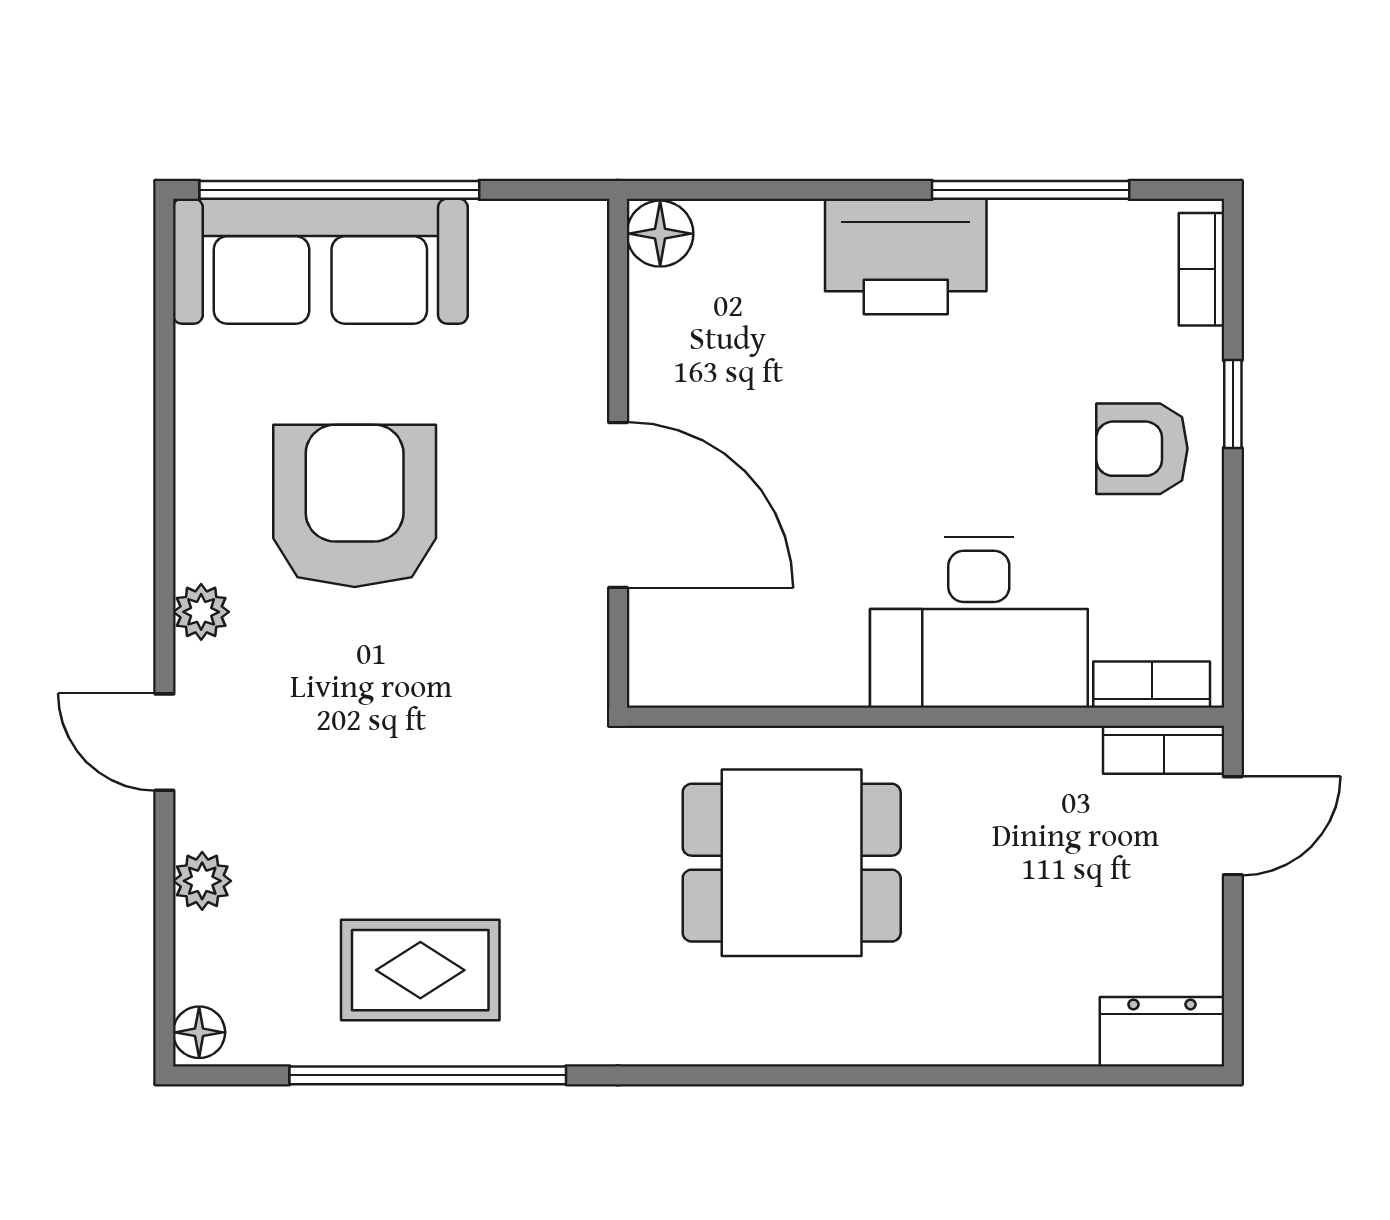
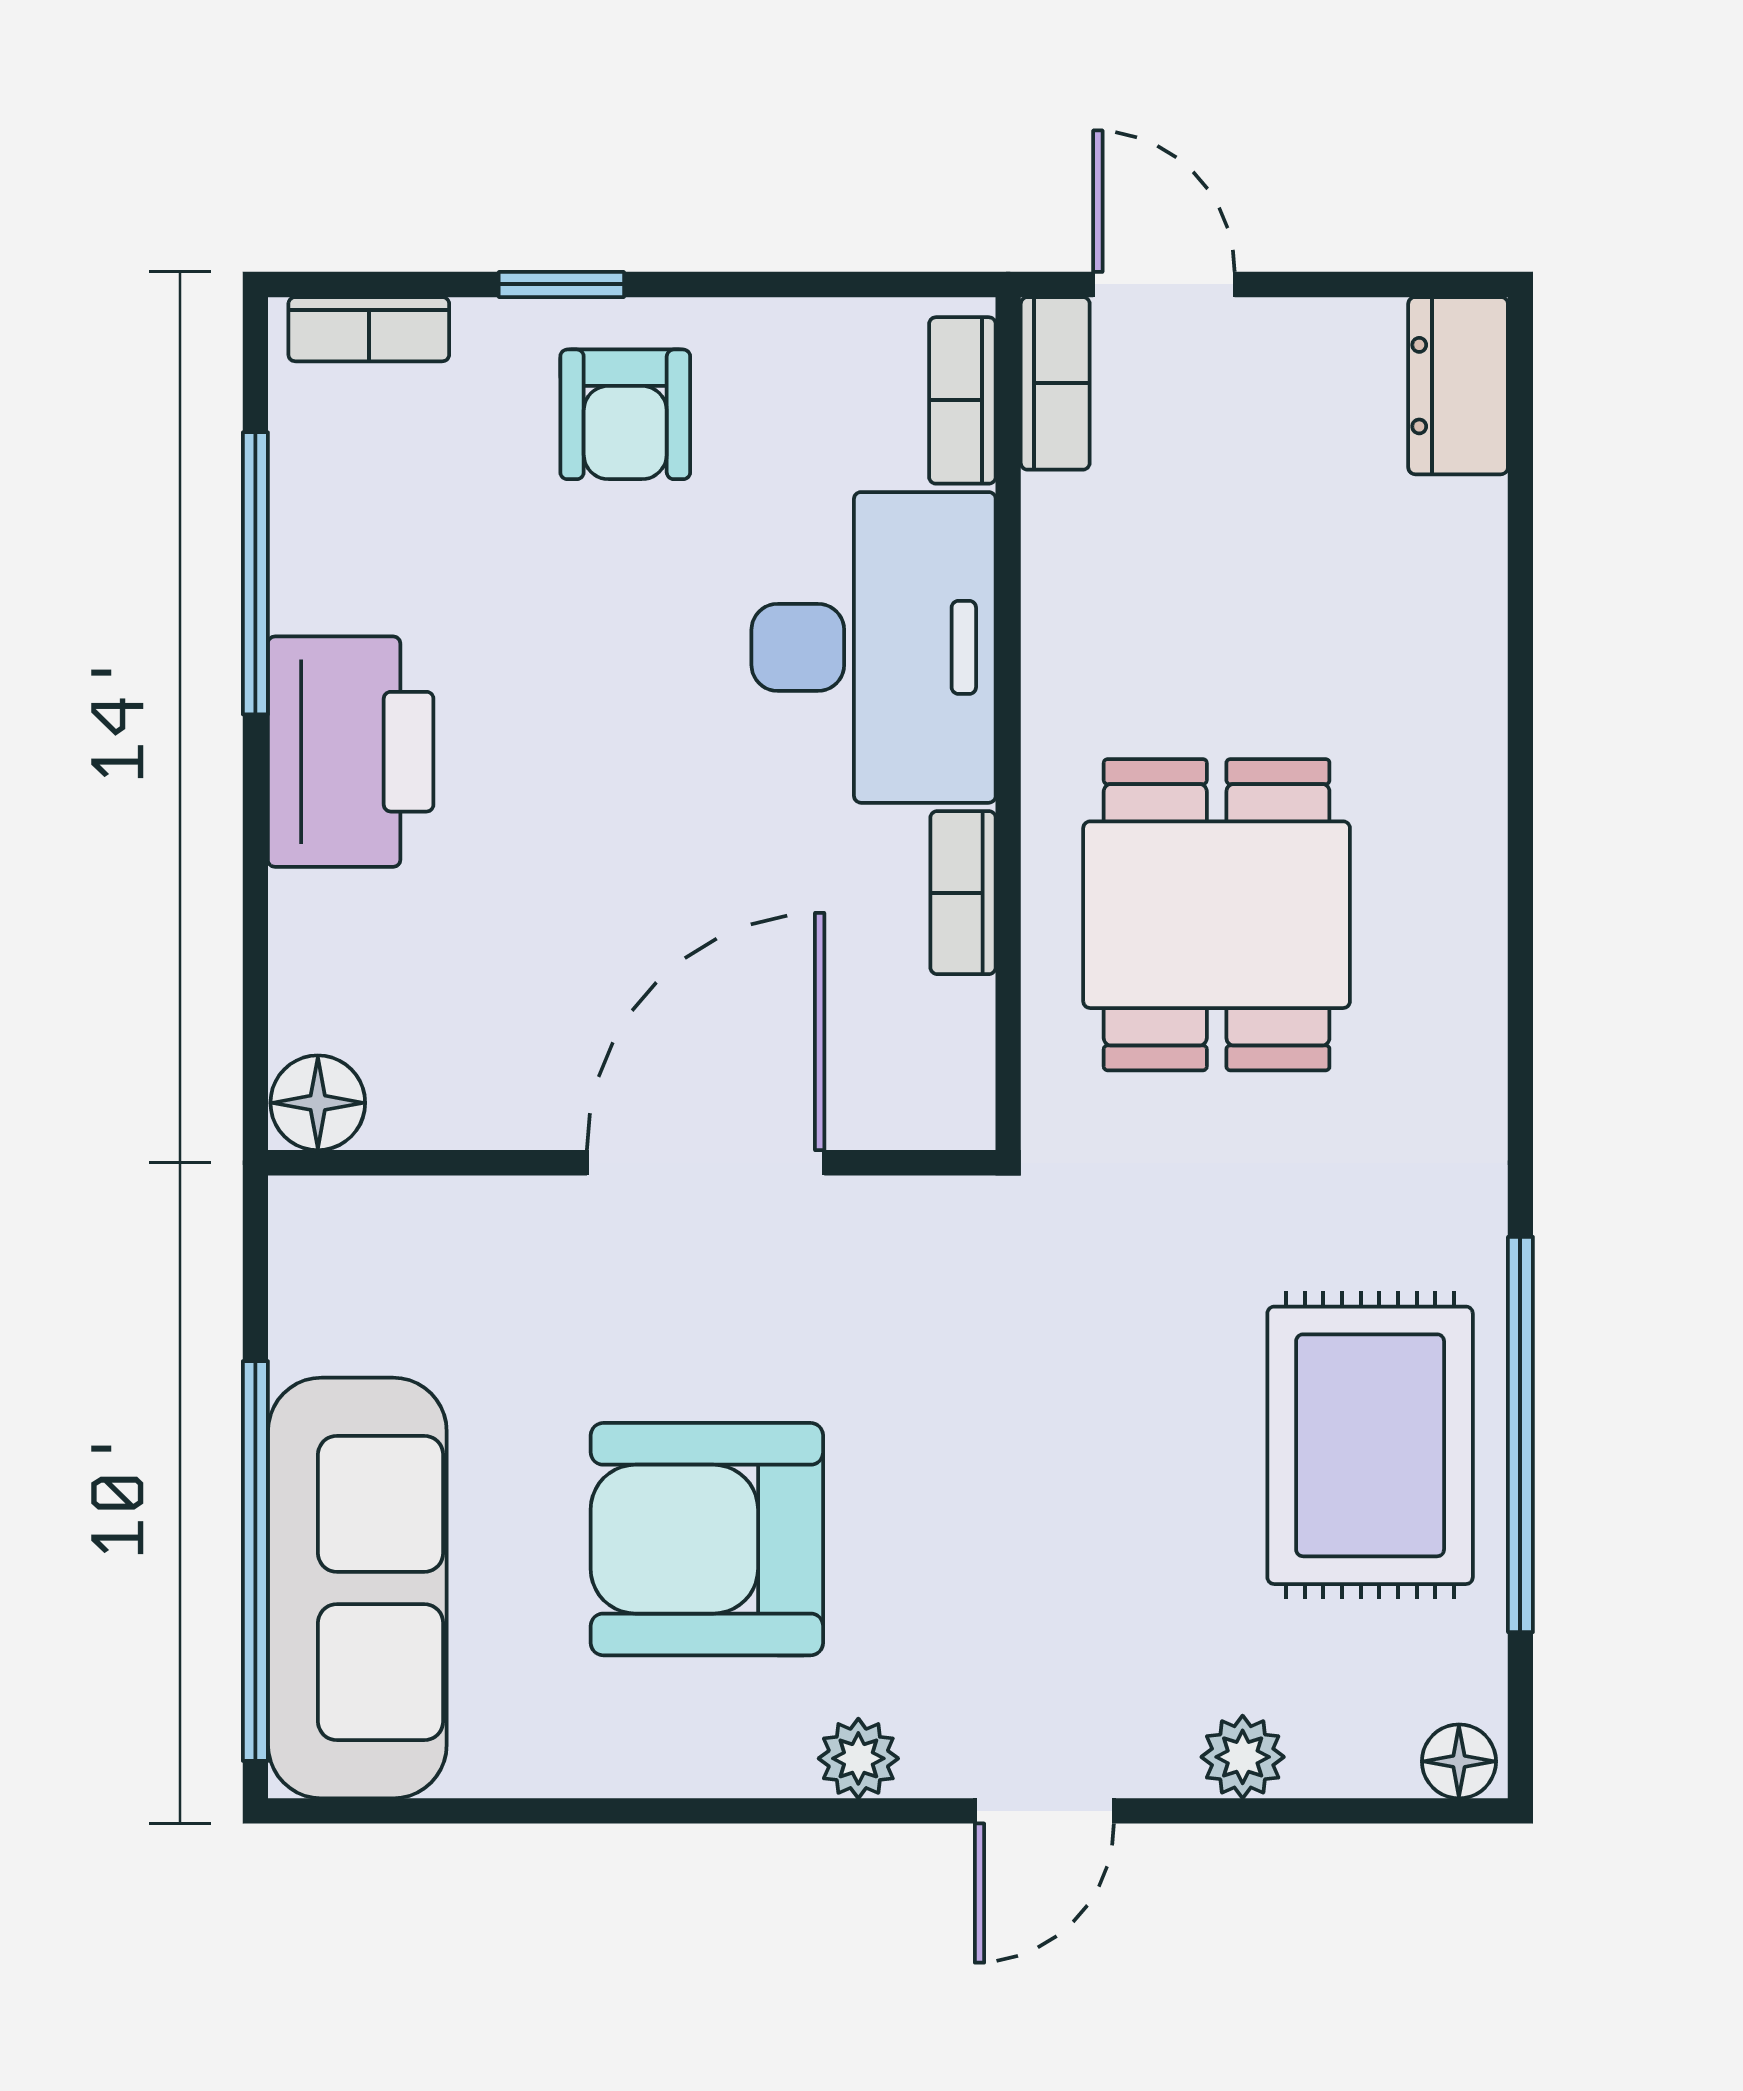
bookcase: (807, 685) -> (963, 893), added
rug: (420, 970) -> (1370, 1445), width x1.36, depth x1.43

